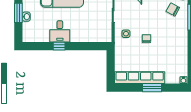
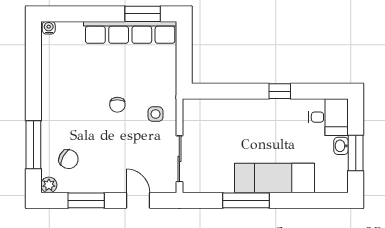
desk: (60, 31) -> (328, 117), moved, turned 90
window: (152, 88) -> (143, 14), moved

